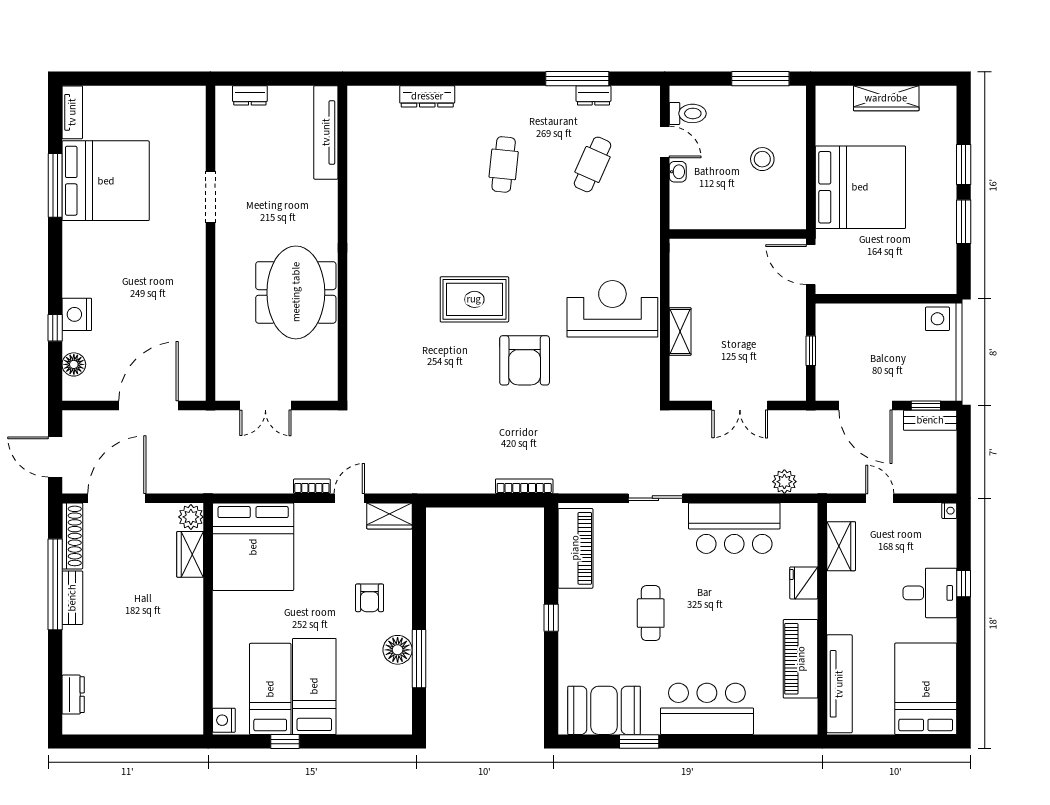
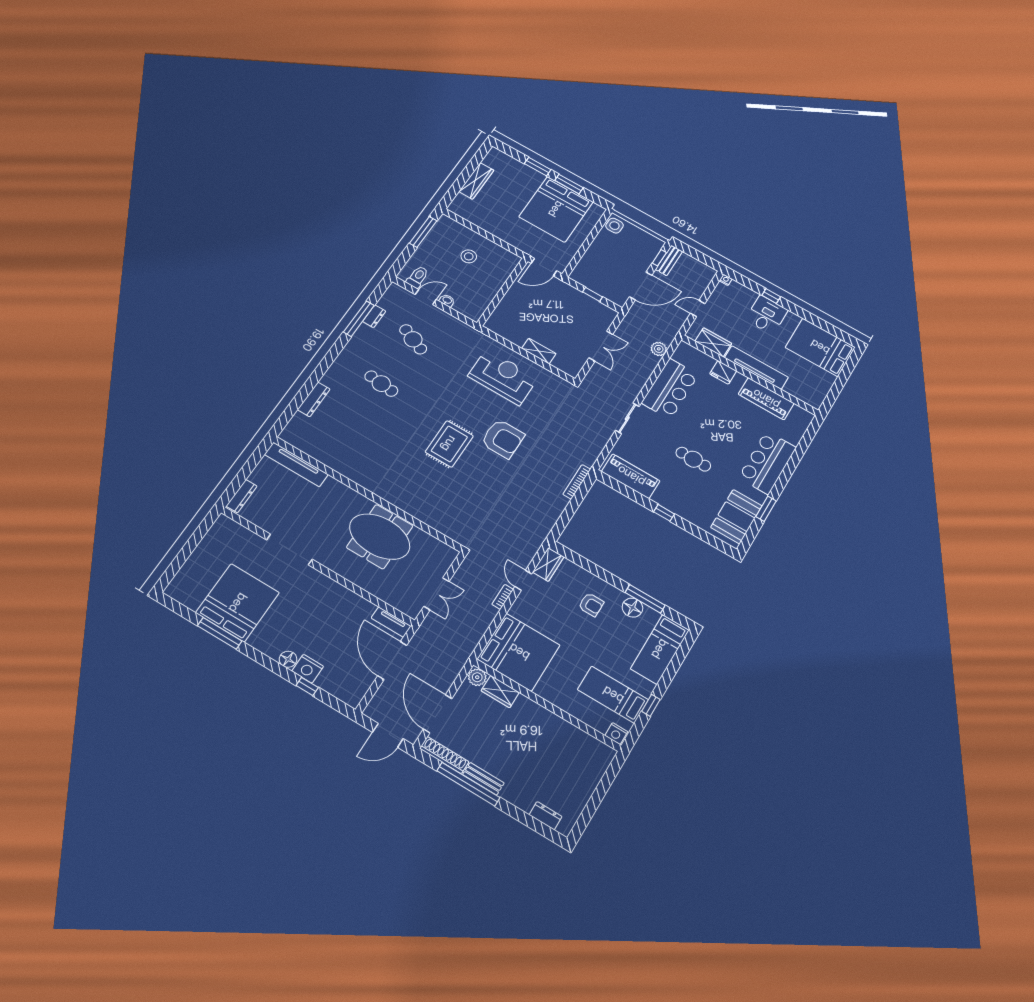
dresser: (250, 95) -> (242, 496), width x1.44
tv unit: (72, 112) -> (391, 622), moved, turned 180
bed: (860, 187) -> (556, 209), moved, turned 180
doorway: (210, 197) -> (289, 550), width x1.36
reception desk: (612, 309) -> (503, 377), turned 90
floor lamp: (74, 364) -> (288, 659), moved
tv unit: (839, 684) -> (756, 368), moved
bed: (314, 686) -> (660, 649), moved, turned -90

